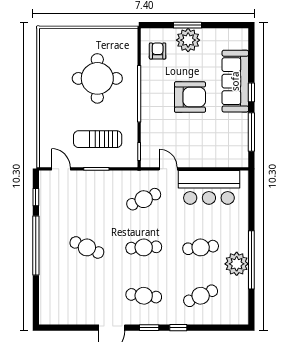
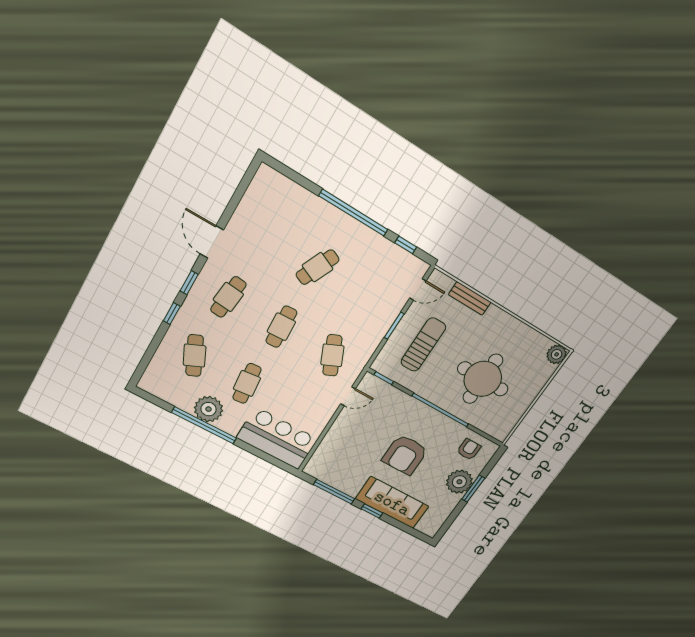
plant: (47, 37) -> (557, 354), added
armchair: (158, 51) -> (469, 449), turned -90
bench: (45, 128) -> (470, 298), added
bar counter: (209, 187) -> (277, 438), moved, turned 90

